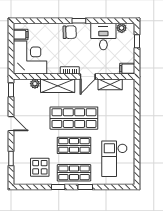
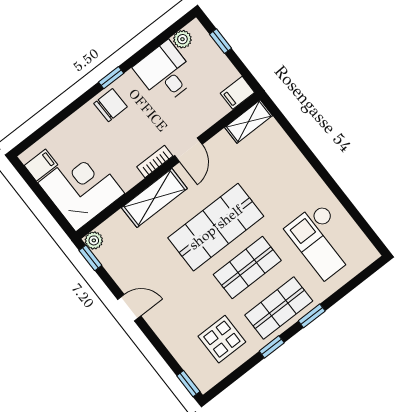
plant: (35, 84) -> (94, 240), moved
shelving: (110, 84) -> (249, 121), moved
window: (11, 159) -> (188, 384), moved

